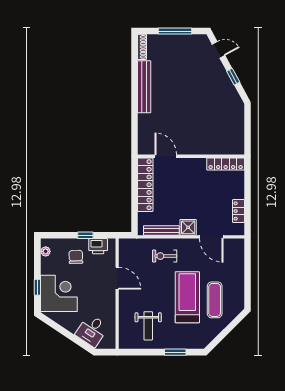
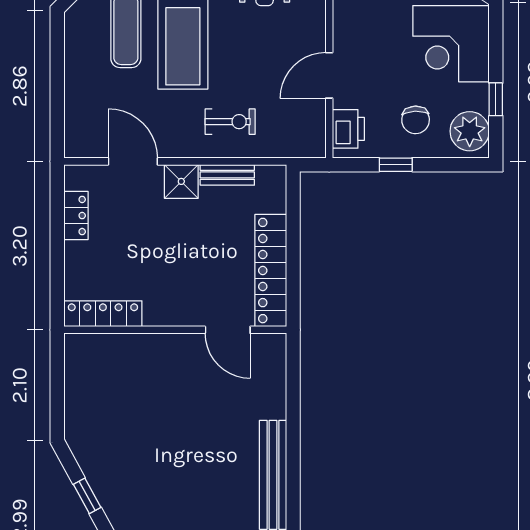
bench: (161, 230) -> (227, 175), width x0.73
printer: (98, 246) -> (348, 129), moved, turned 90
plant: (46, 251) -> (470, 131), width x1.88, depth x1.88
door: (117, 278) -> (329, 75), hinge flipped
window: (37, 287) -> (496, 99), moved

